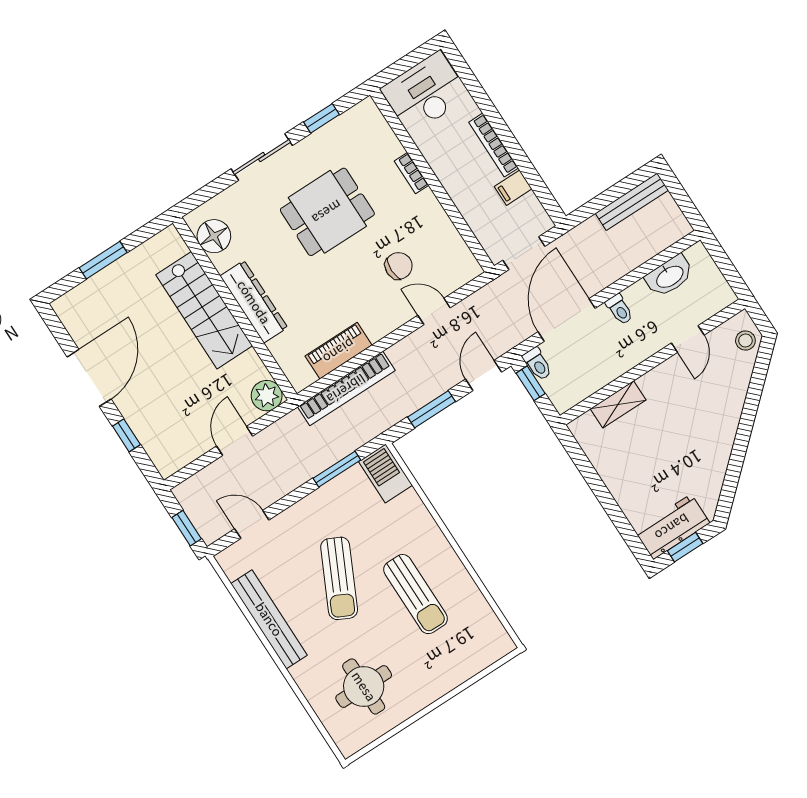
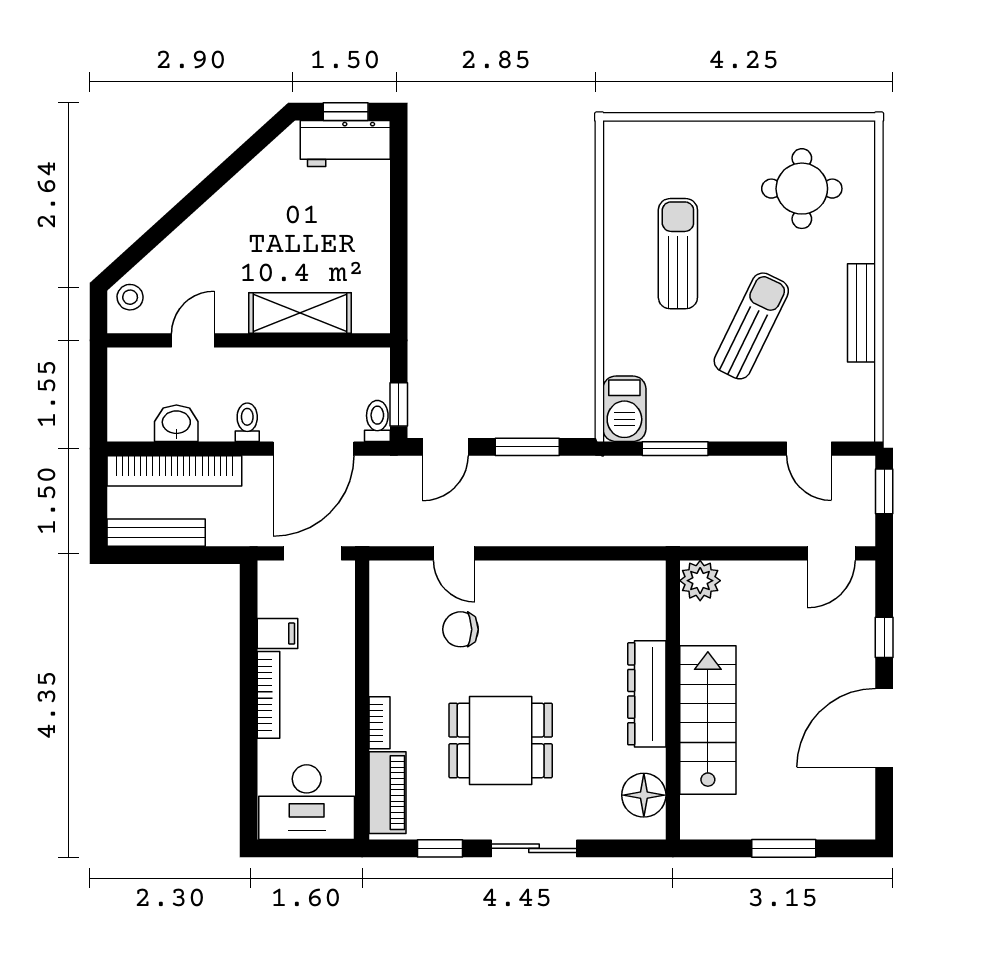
washbasin: (669, 276) -> (176, 423), width x0.72
piano: (339, 351) -> (387, 793), moved, turned -90
bookcase: (346, 389) -> (174, 471), moved, turned 180
shelving: (618, 404) -> (300, 313), width x1.50, depth x1.33
door: (235, 441) -> (831, 553), moved
bench: (269, 619) -> (861, 313), width x0.73, depth x0.82

